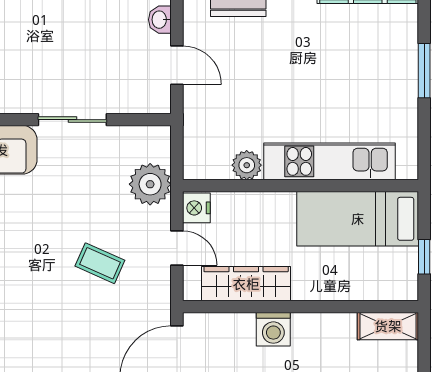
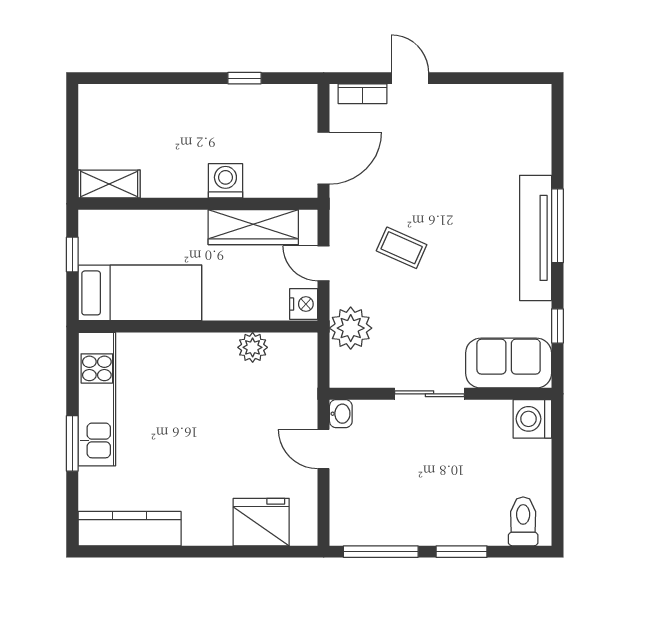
washbasin: (160, 20) -> (341, 414), moved
kitchen unit: (329, 161) -> (97, 399), moved, turned -90

